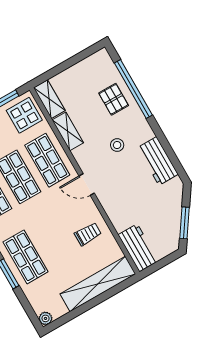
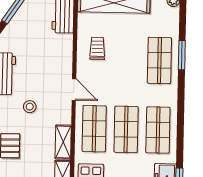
trolley: (88, 234) -> (97, 48), turned 90

